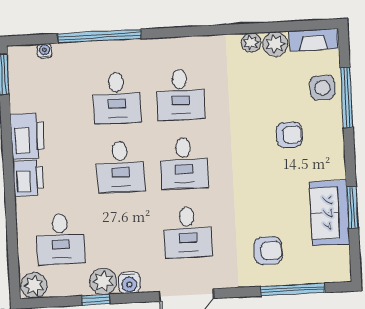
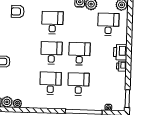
printer: (27, 136) -> (121, 66), width x0.53, depth x0.68

